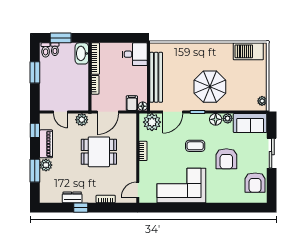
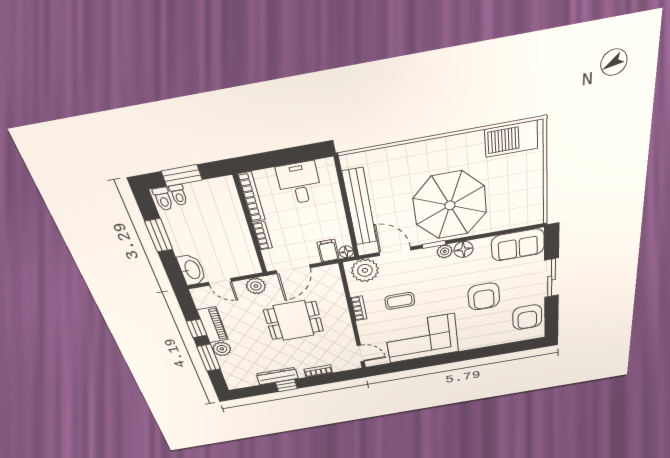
washbasin: (82, 53) -> (192, 270), moved, turned 180
desk: (135, 54) -> (299, 183), moved, turned -90
parasol: (210, 87) -> (450, 205), width x1.36, depth x1.36
plant: (262, 101) -> (536, 211), removed
door: (173, 112) -> (395, 251), swing flipped
plant: (228, 118) -> (445, 251), moved
window: (35, 130) -> (197, 328), moved
coffee table: (195, 146) -> (400, 301), moved
door: (138, 190) -> (361, 353), swing flipped
dresser: (72, 197) -> (277, 376), width x1.44

